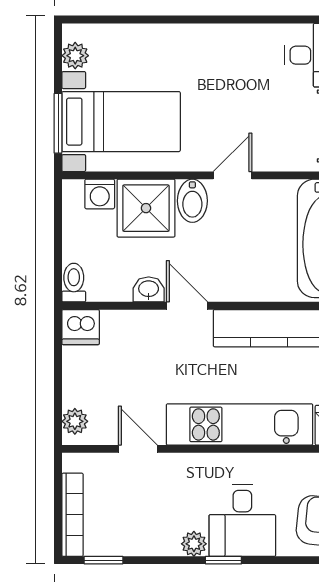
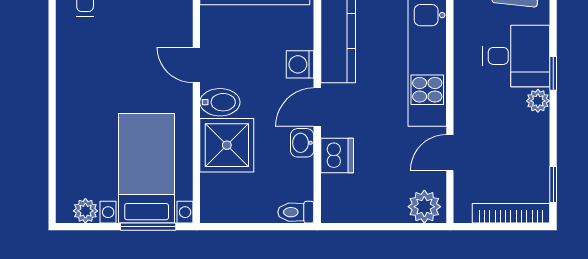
washing machine: (100, 194) -> (300, 64), moved, turned 180
dishwasher: (81, 327) -> (337, 156), moved
plant: (75, 421) -> (424, 207), width x1.38, depth x1.38

